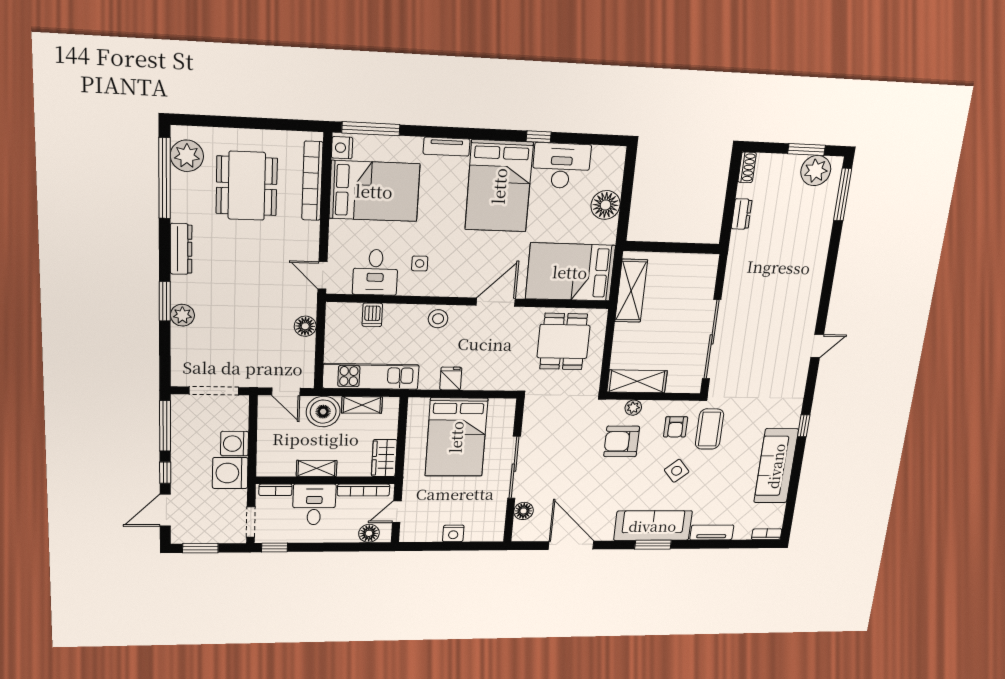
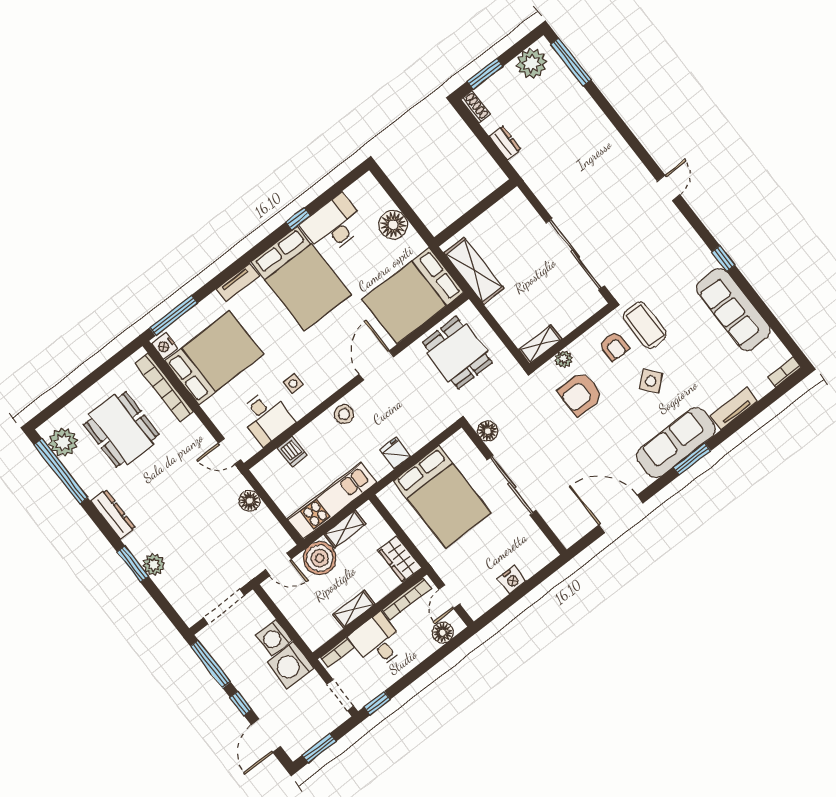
window: (807, 149) -> (485, 74), moved
shelving: (637, 381) -> (540, 344), width x0.67, depth x0.75
floor lamp: (524, 511) -> (488, 431), moved

